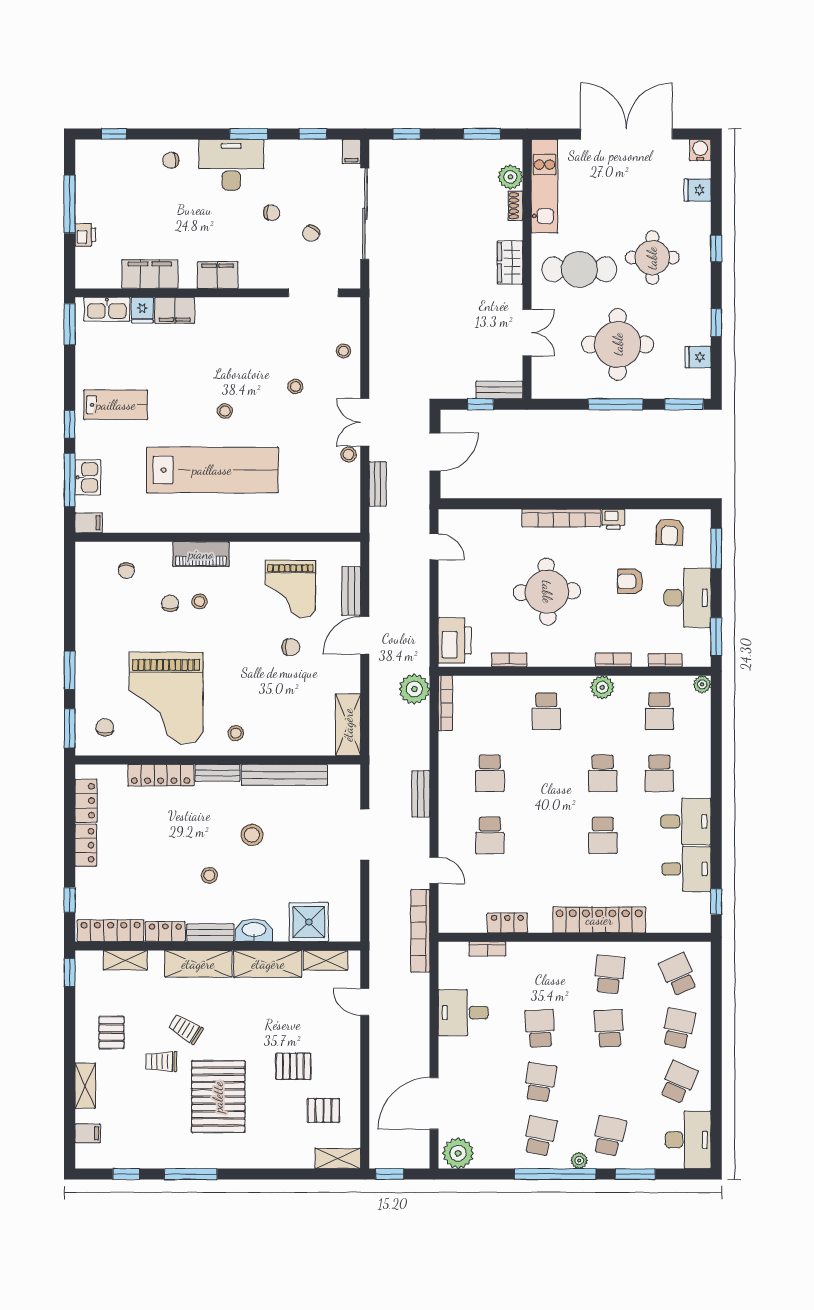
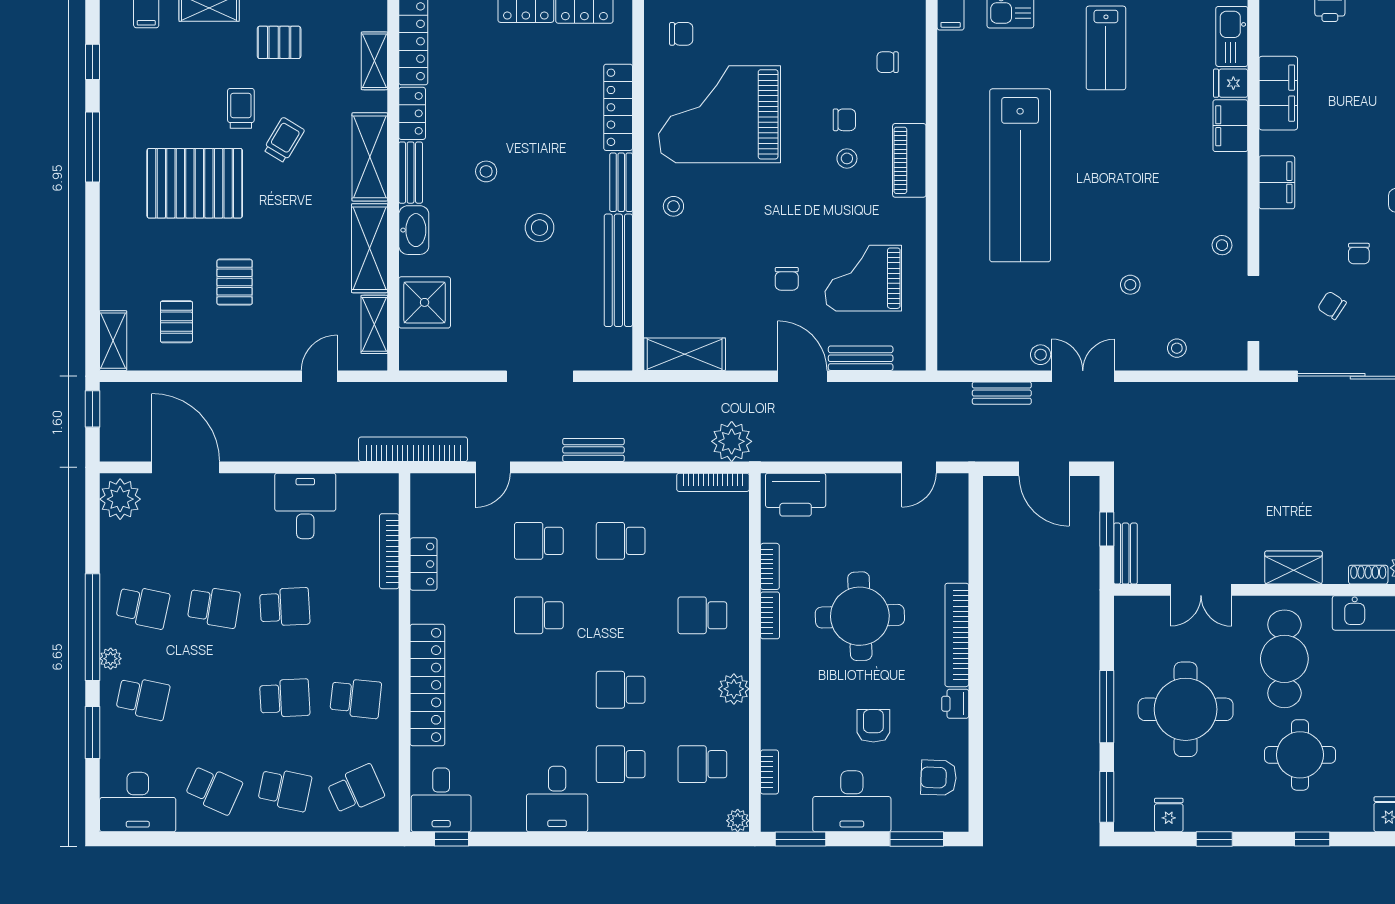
stool: (225, 411) -> (1222, 245), moved
bookcase: (613, 660) -> (770, 615), moved
school desk: (603, 835) -> (539, 615), moved
desk: (686, 869) -> (441, 800), moved
bookcase: (487, 949) -> (389, 551), width x1.56

